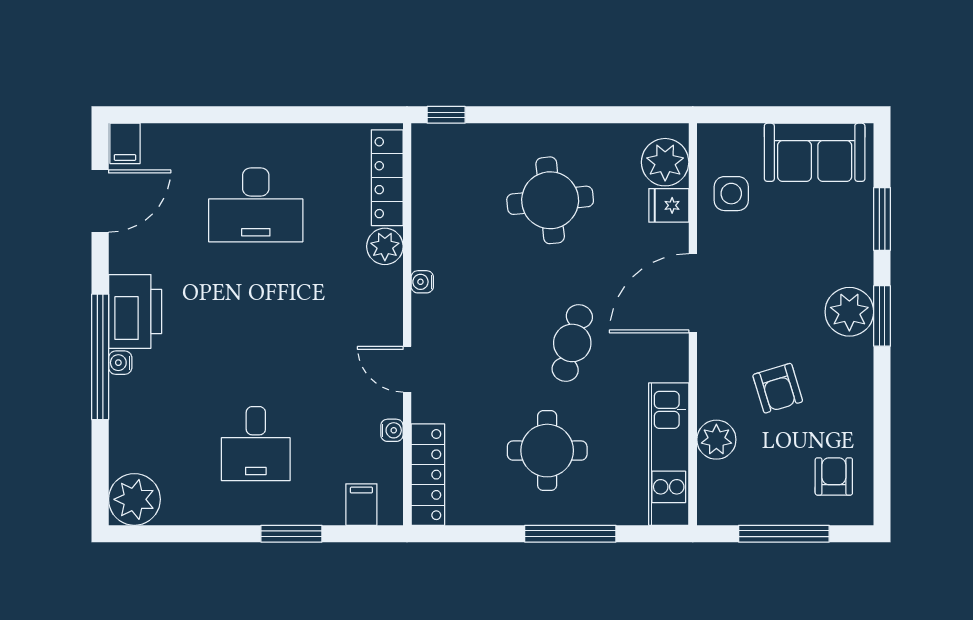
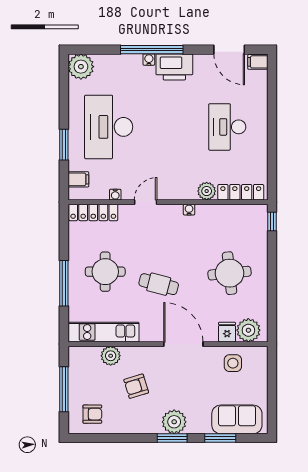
sofa: (815, 152) -> (237, 419), moved, turned 90
desk: (256, 444) -> (109, 127), width x1.87, depth x1.30

